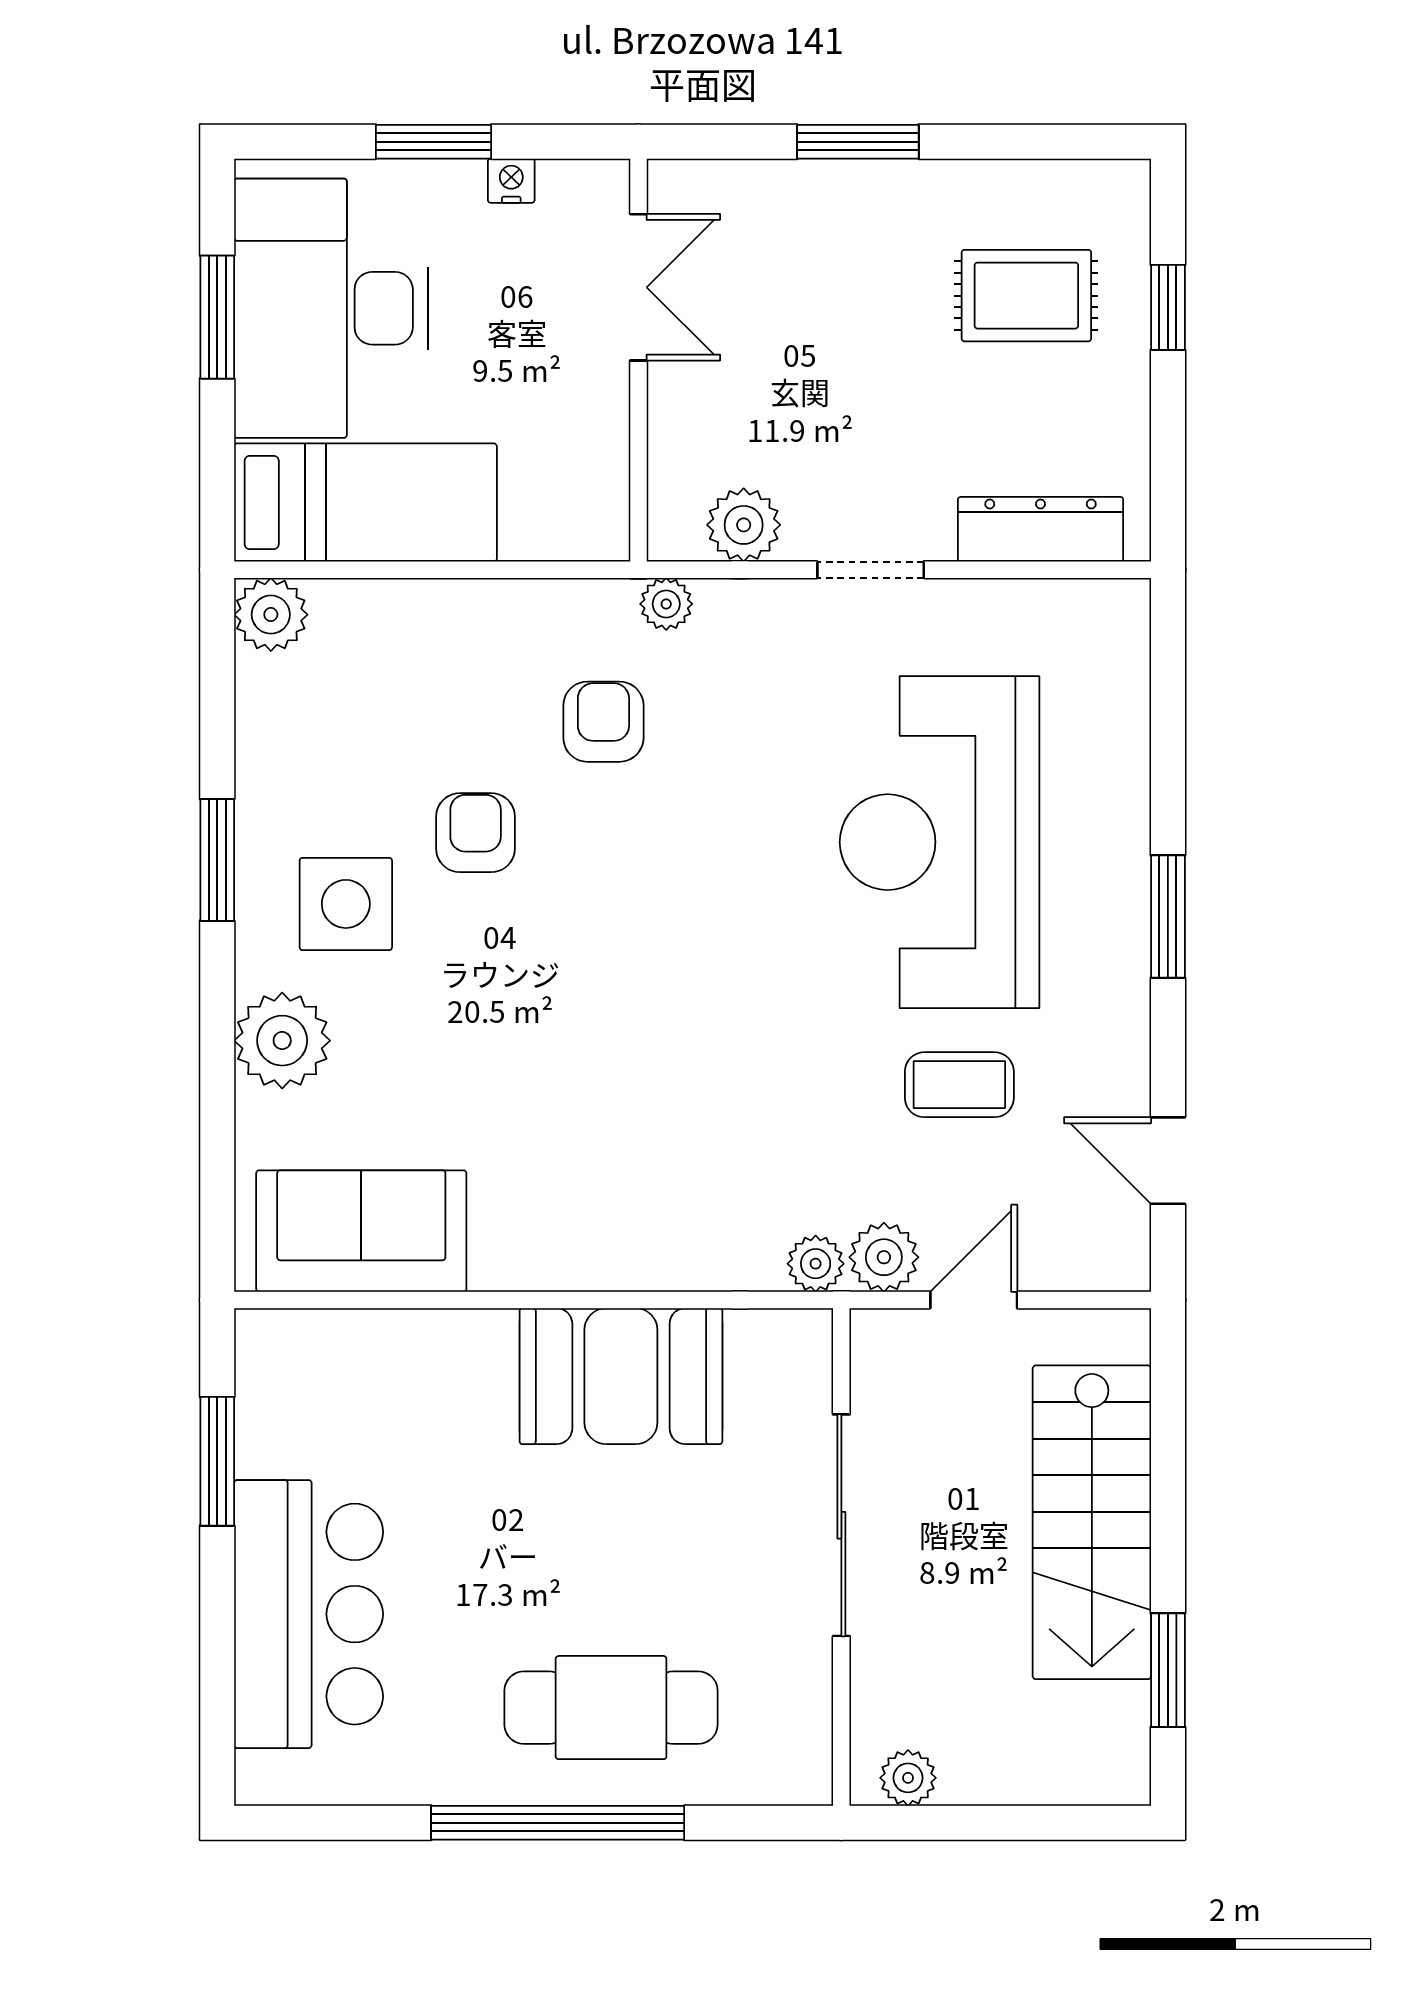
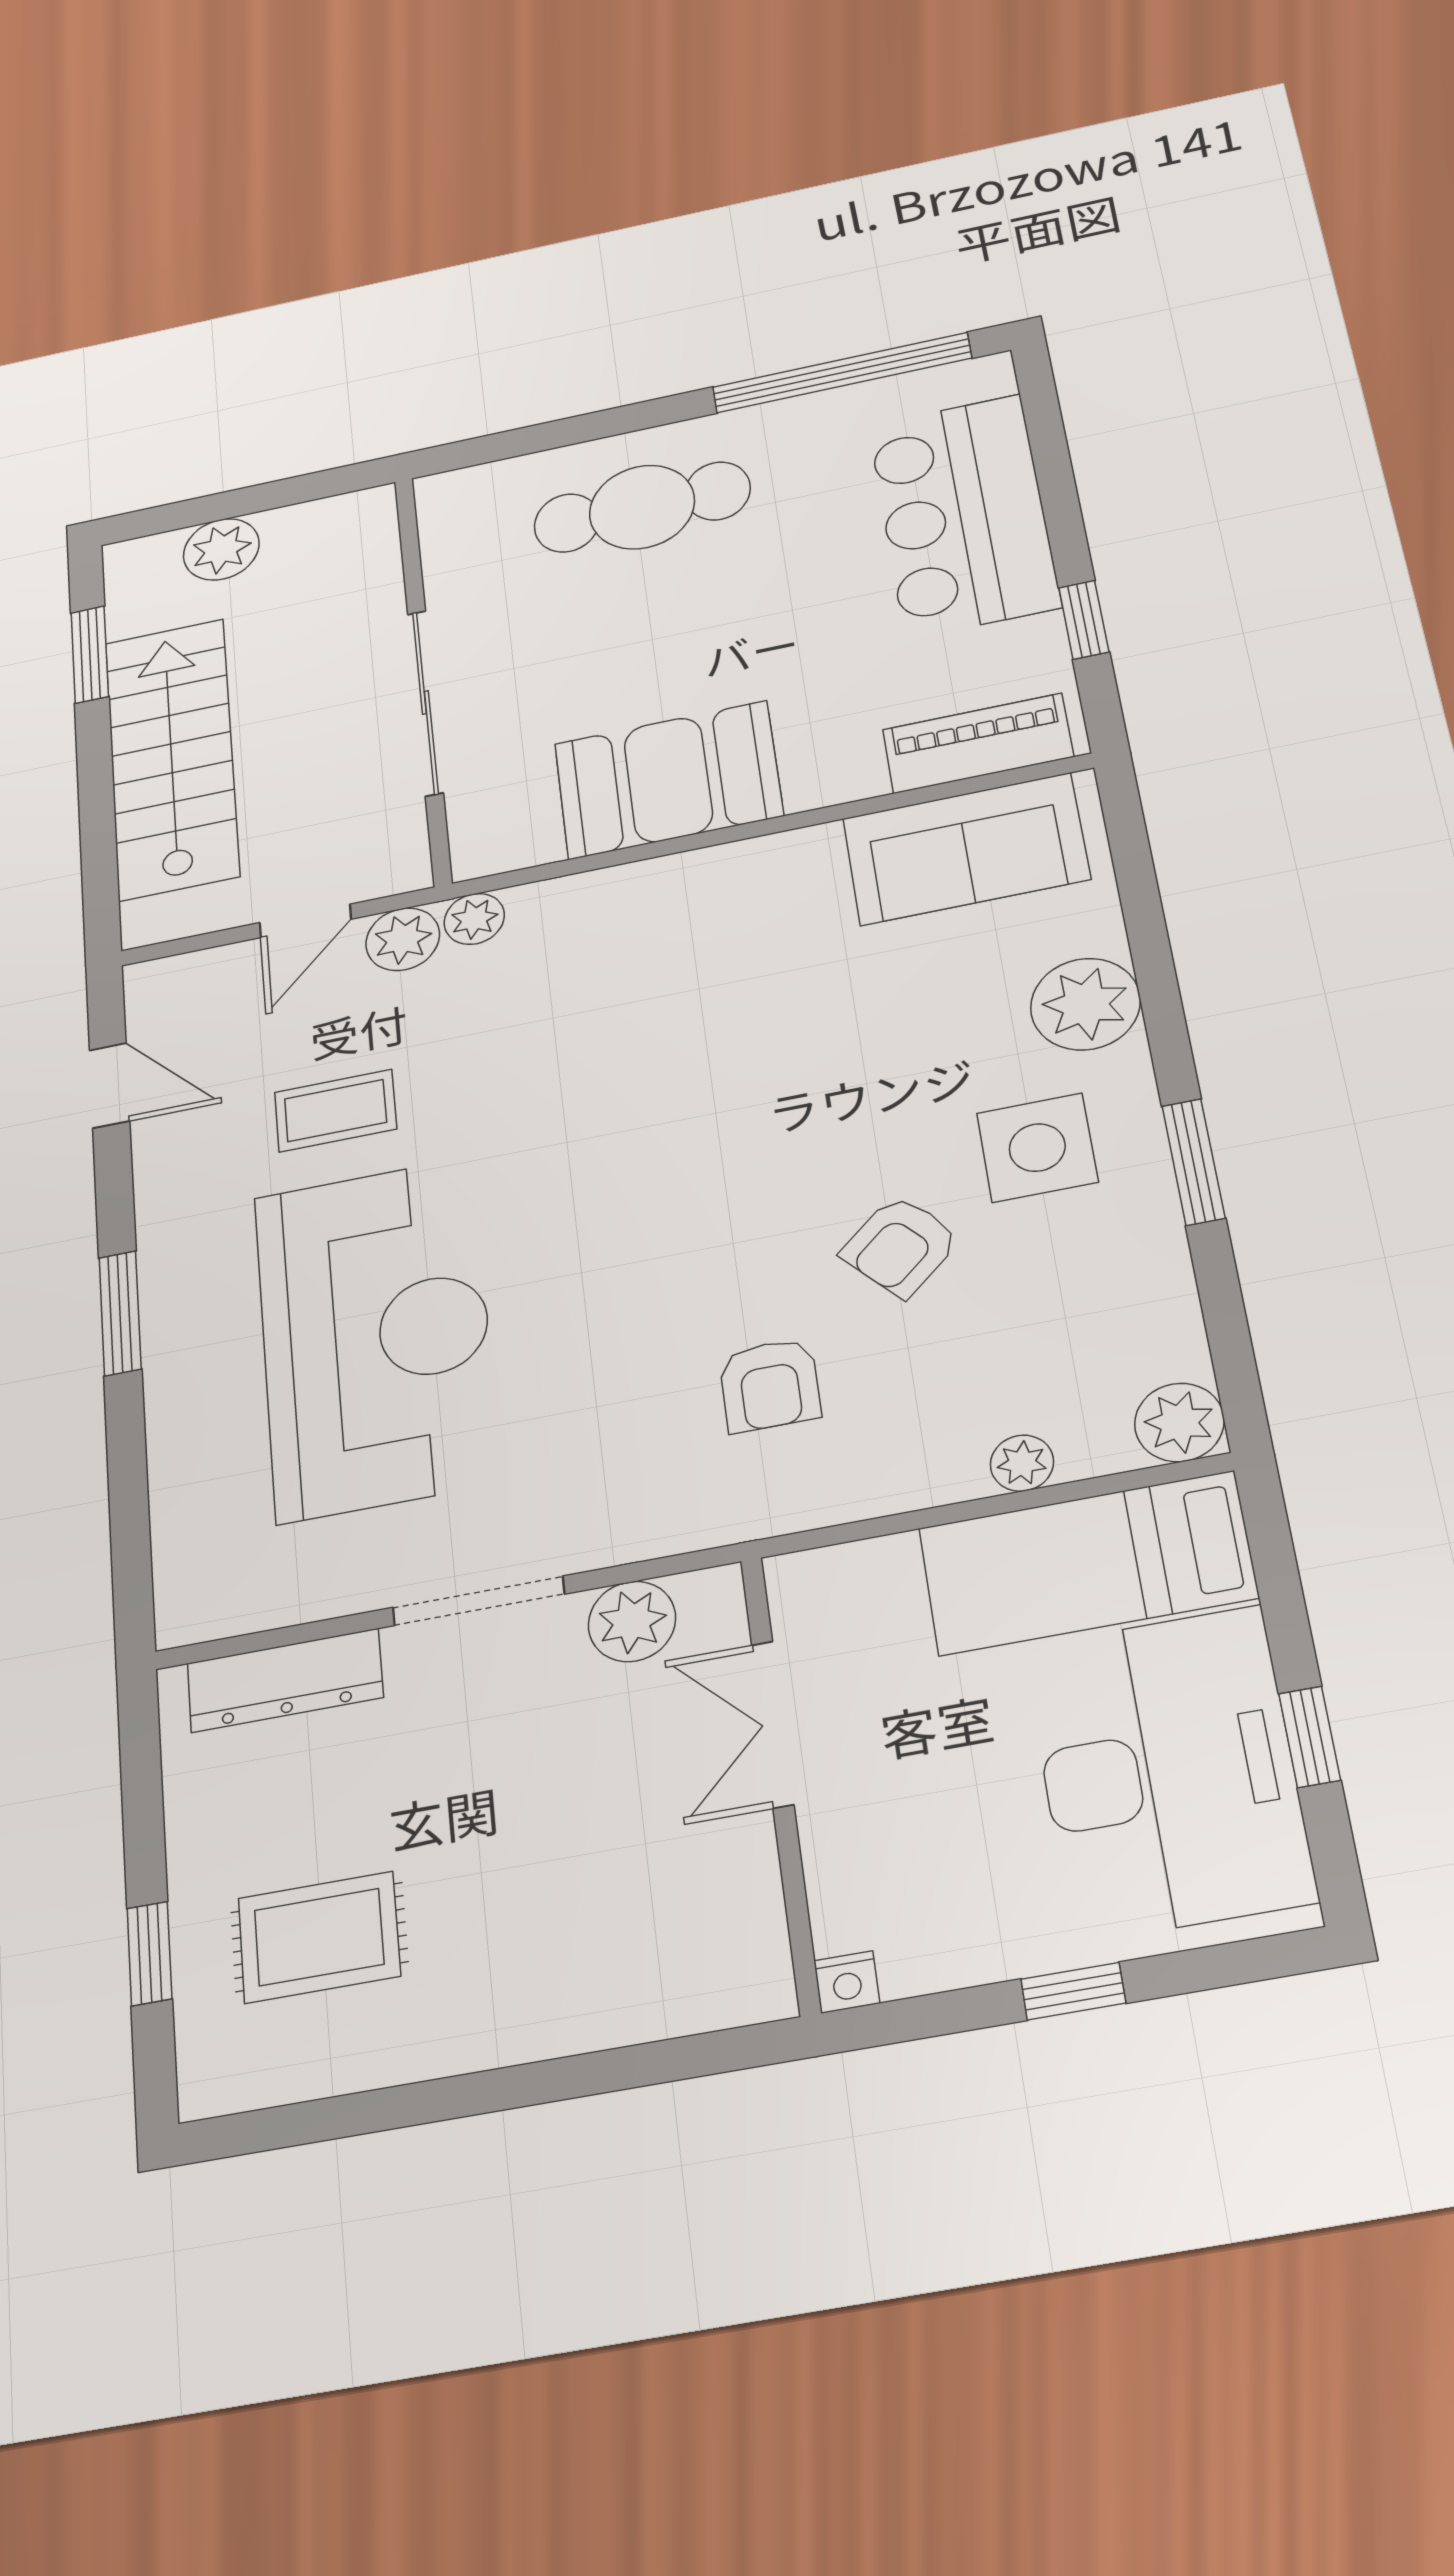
window: (433, 142) -> (1073, 1991), width x0.67
window: (858, 142) -> (539, 2083), removed
nightstand: (511, 181) -> (847, 1982), moved
double door: (638, 287) -> (773, 1724), moved
window: (217, 317) -> (1310, 1737), width x0.67
doorway: (871, 570) -> (479, 1601), width x1.38
plant: (666, 604) -> (1022, 1463), moved
armchair: (476, 833) -> (901, 1246), turned 48
piano: (334, 1345) -> (978, 743), added
window: (217, 1461) -> (1084, 620), width x0.67
plant: (908, 1778) -> (221, 549), moved, width x1.38, depth x1.38
window: (558, 1823) -> (842, 373), moved

